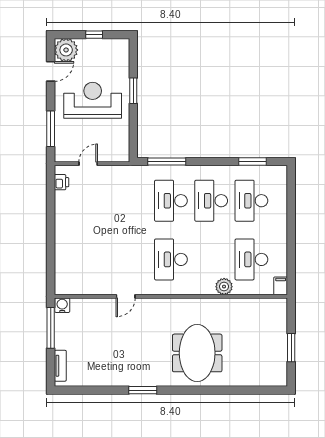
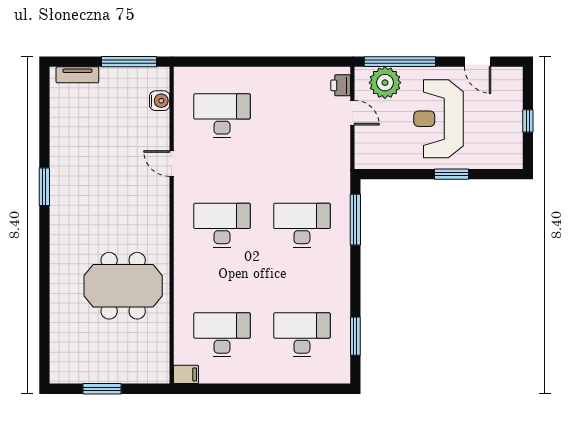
plant: (66, 50) -> (385, 83), moved
reception desk: (93, 100) -> (438, 119), turned 180
window: (51, 129) -> (400, 62), width x1.46
printer: (61, 182) -> (341, 85), moved, turned 90
desk: (211, 201) -> (222, 116), moved
plant: (224, 287) -> (185, 297), removed
water cooler: (62, 305) -> (160, 101), moved
meeting table: (197, 353) -> (123, 286), moved

